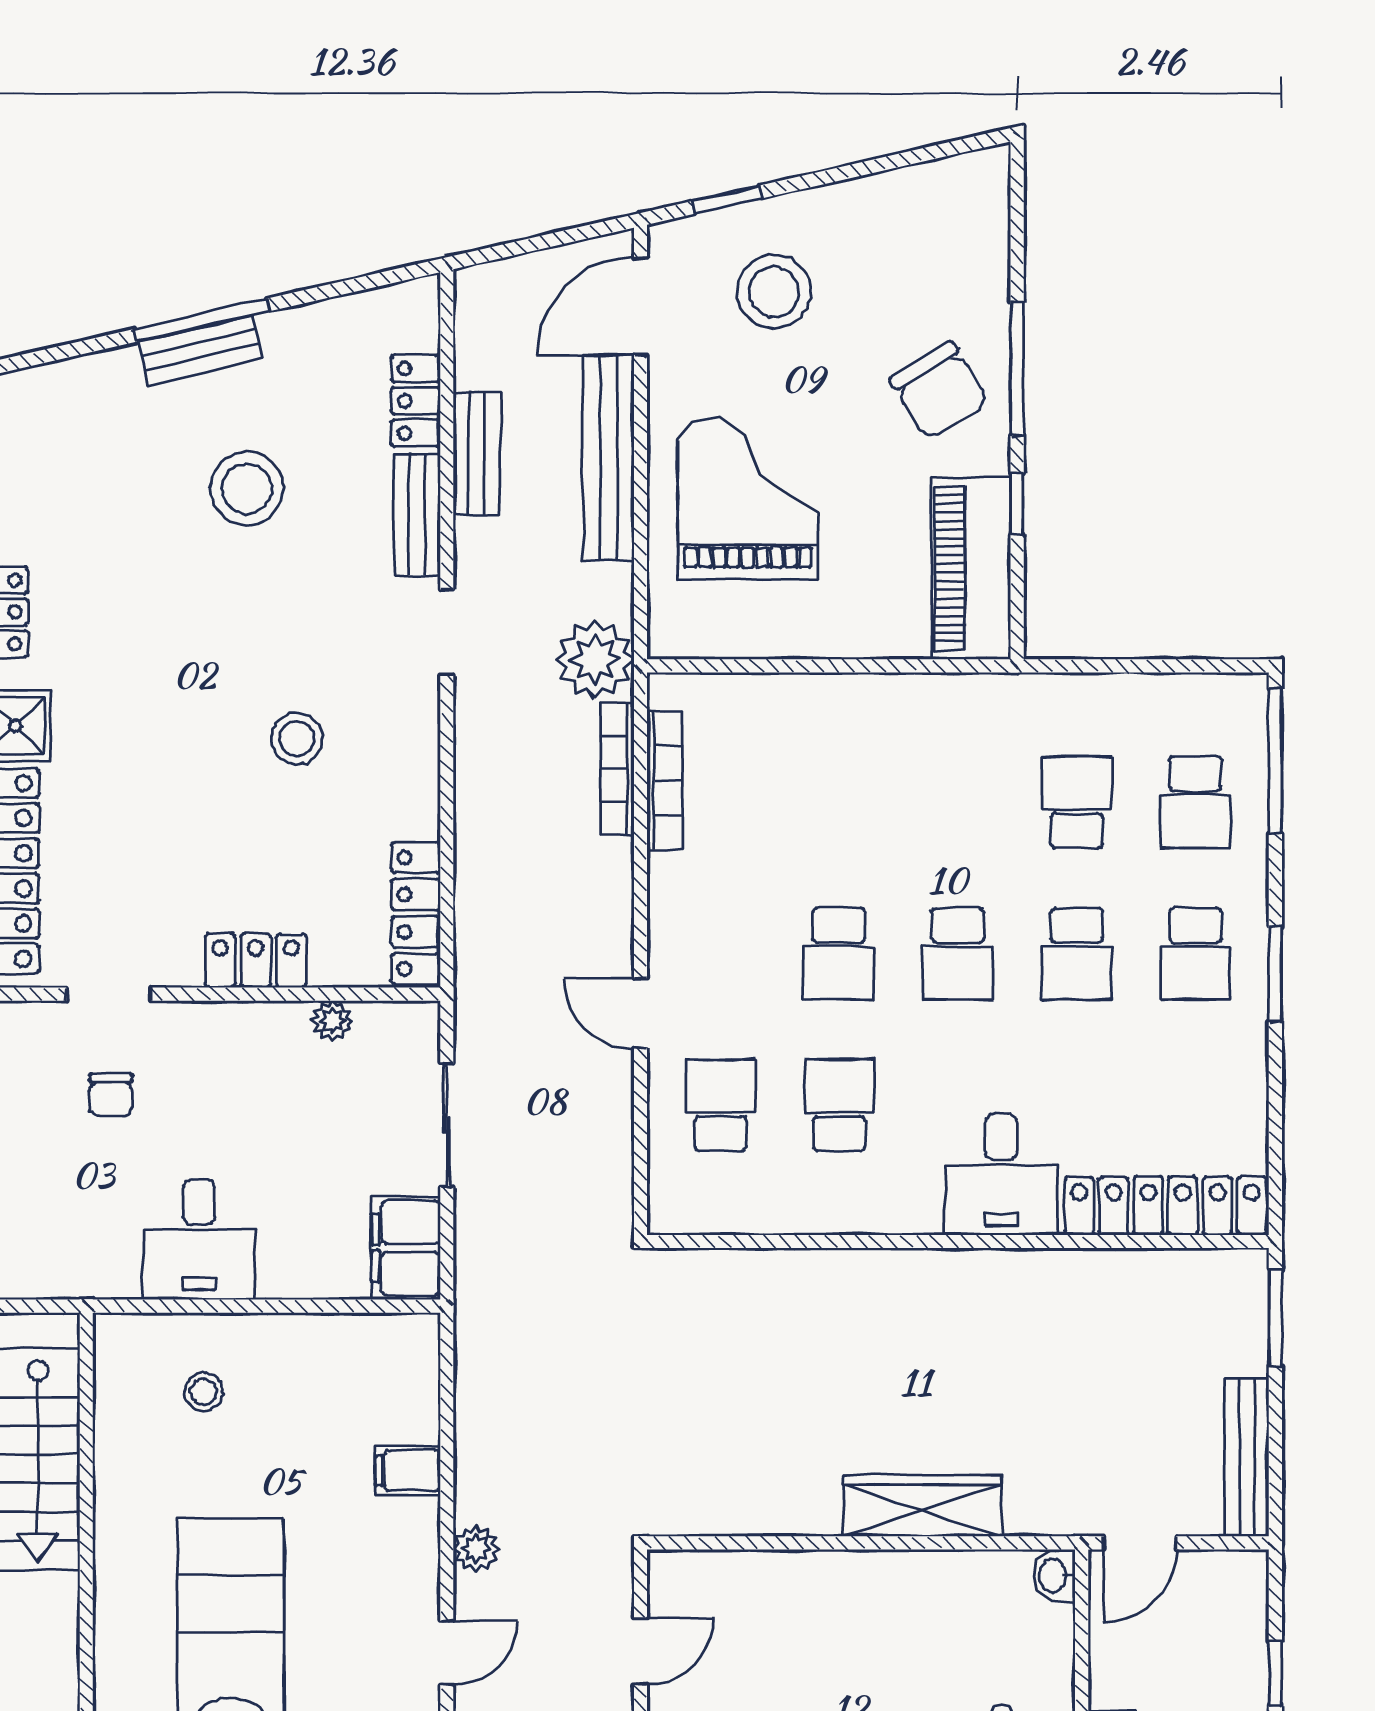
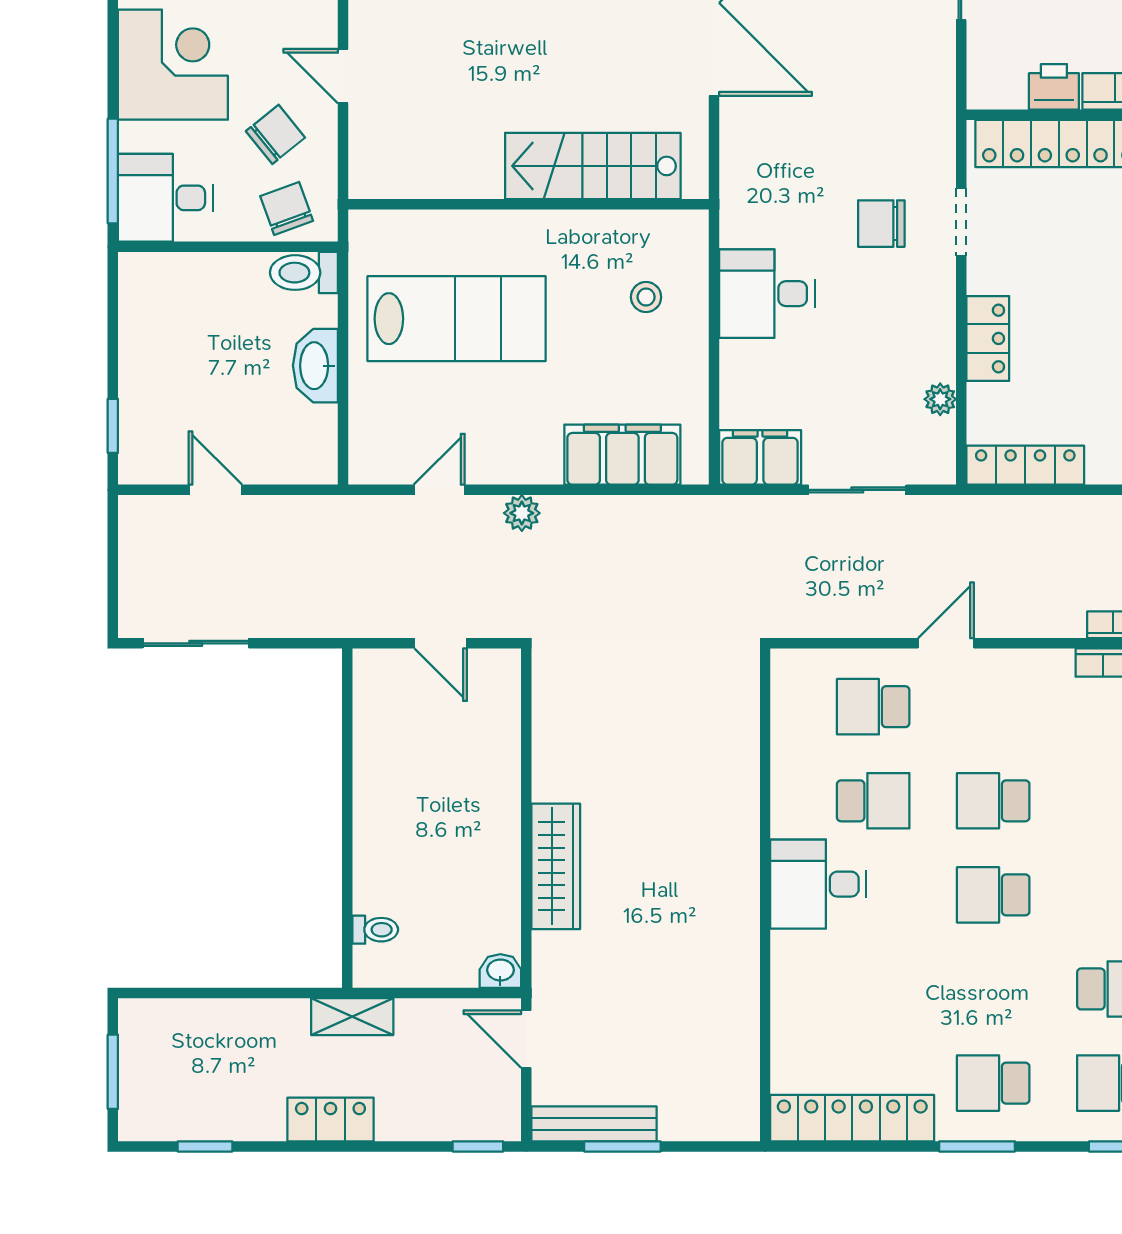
school desk: (1077, 954) -> (993, 989), removed
chair: (111, 1095) -> (881, 224), width x1.37, depth x1.37
school desk: (720, 1105) -> (873, 707), turned 180
desk: (1001, 1174) -> (818, 884), moved
locker: (1165, 1206) -> (852, 1118), moved, turned -90
window: (1275, 1318) -> (622, 1146), moved
filing cabinet: (408, 1471) -> (622, 455), width x3.00, depth x1.17
door: (447, 1653) -> (439, 490), swing flipped
window: (1275, 1673) -> (478, 1146), moved

